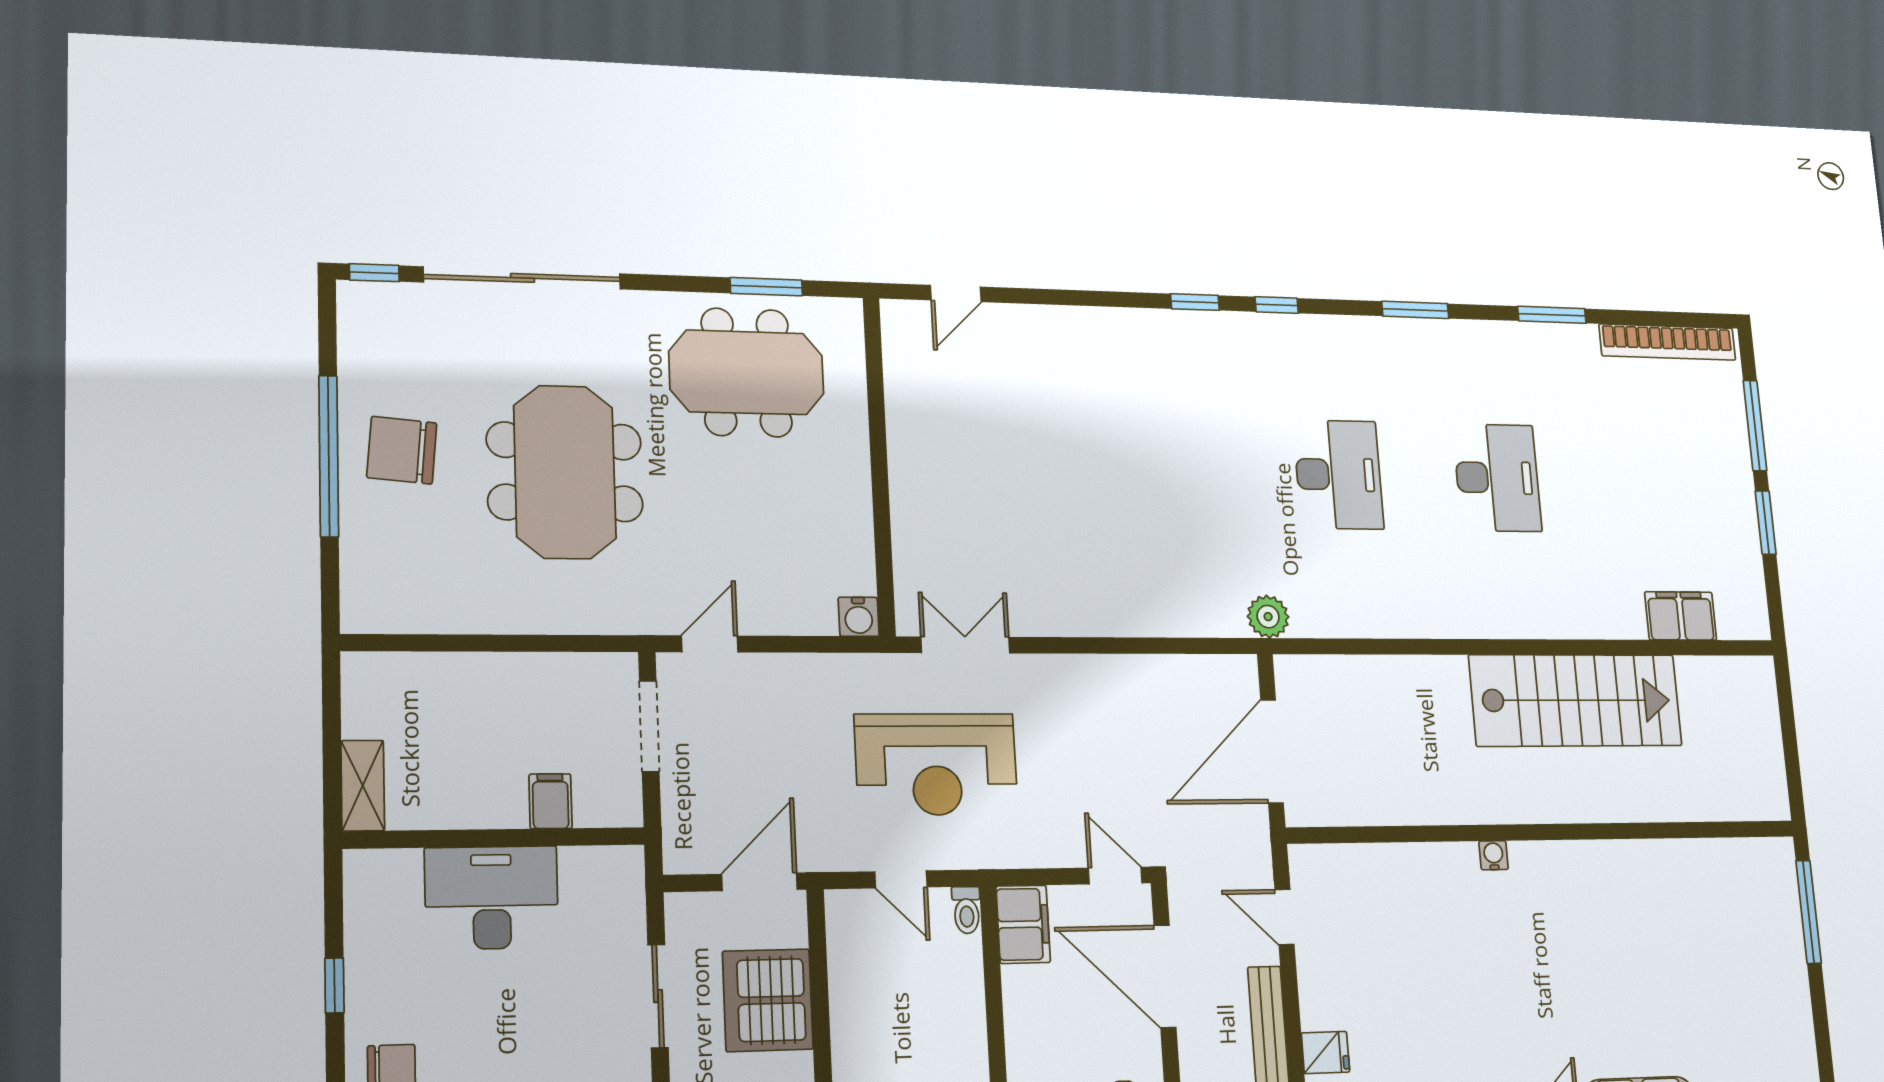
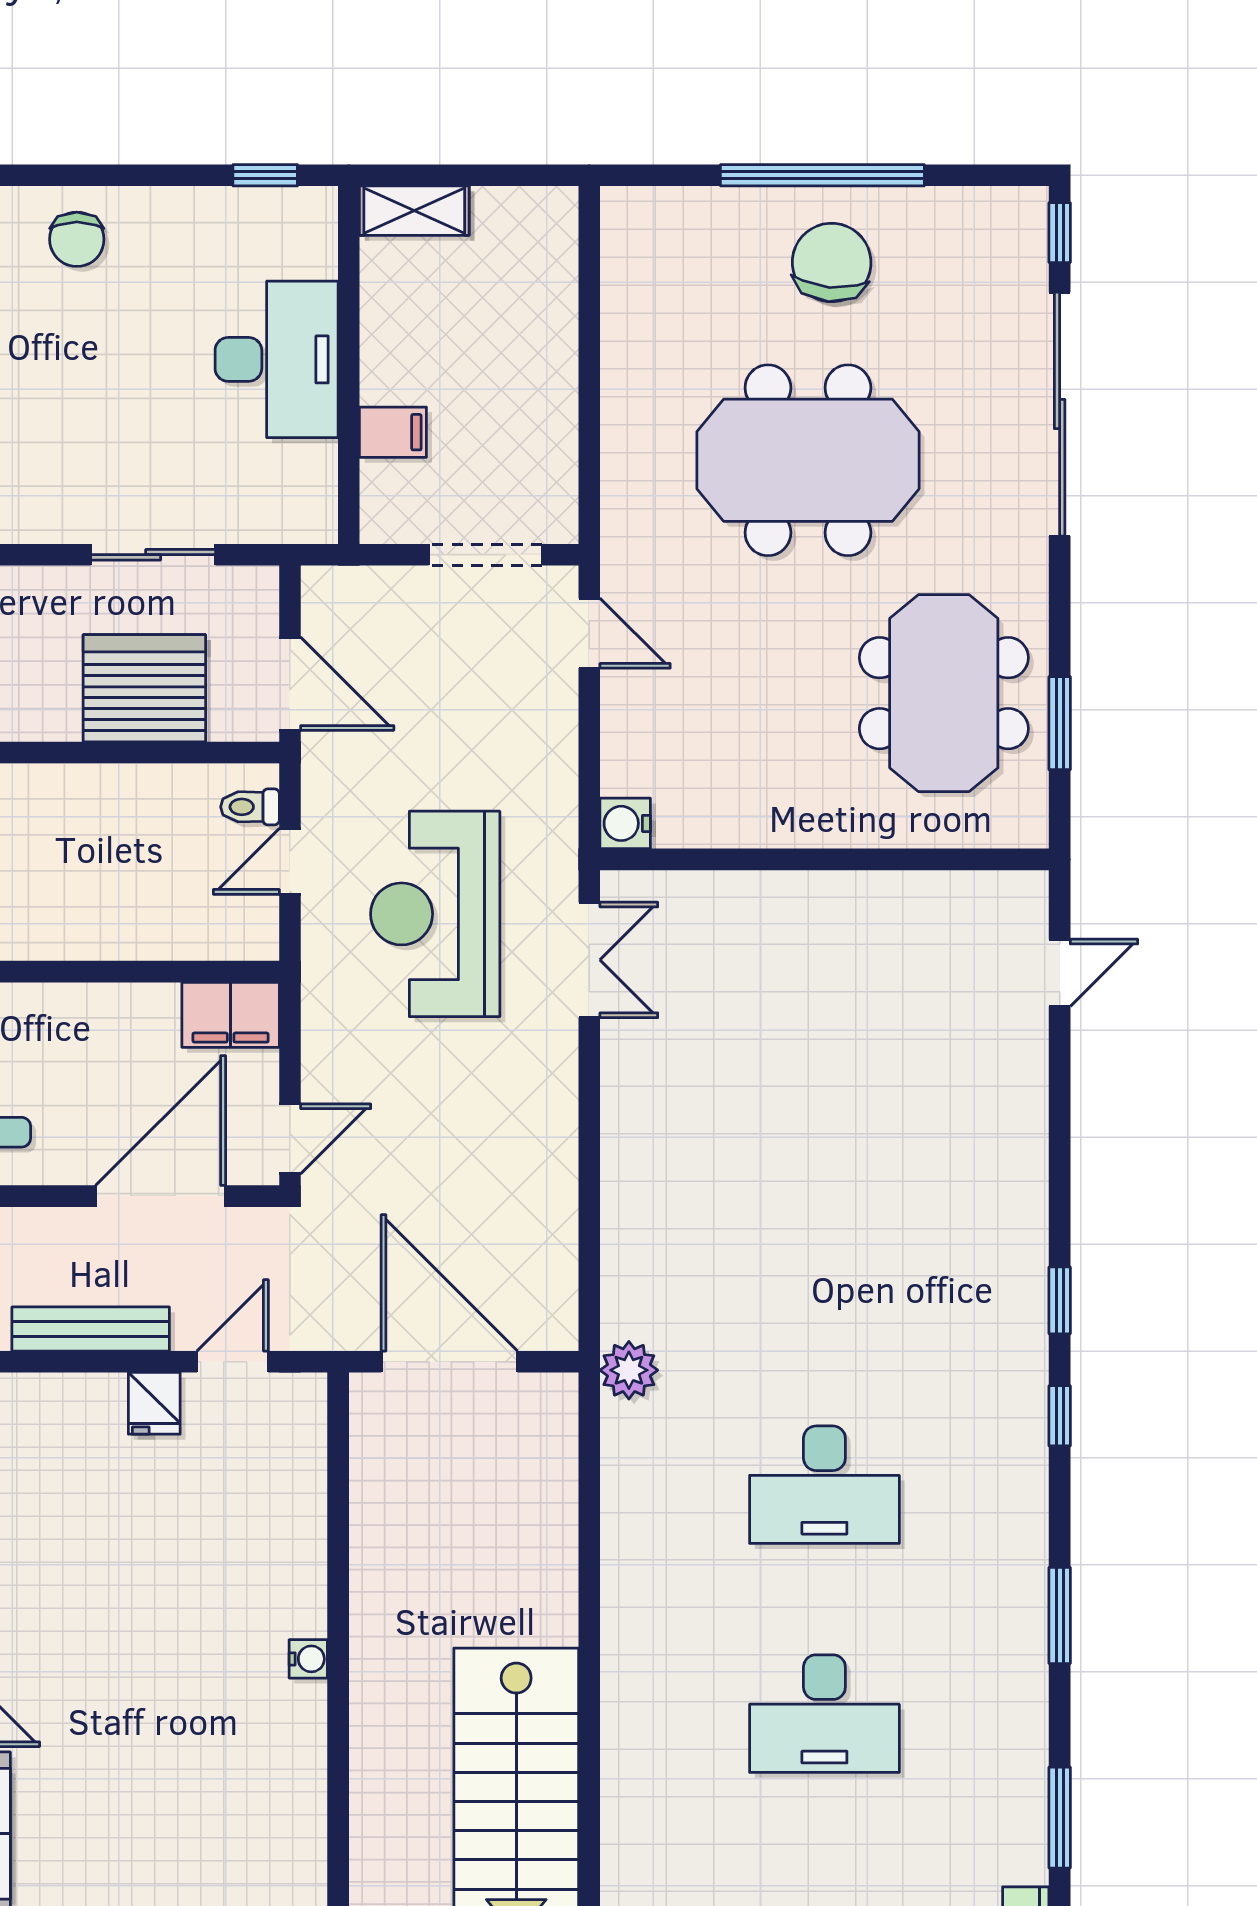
door: (956, 293) -> (1060, 973), swing flipped
toilet: (966, 910) -> (250, 807), moved
window: (334, 986) -> (265, 175), moved
fridge: (1325, 1052) -> (154, 1403), moved

